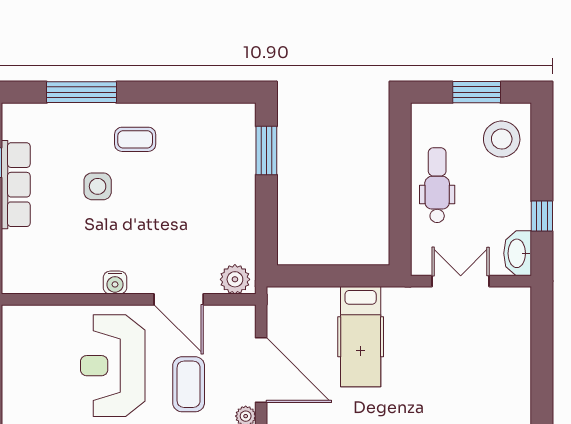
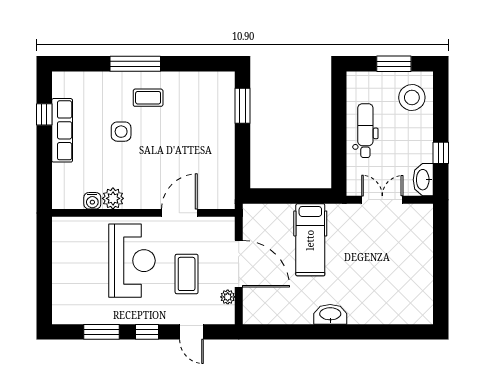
window: (82, 92) -> (135, 64), moved
plant: (235, 279) -> (113, 198), moved
water cooler: (115, 283) -> (92, 201), moved
door: (179, 299) -> (179, 213), swing flipped
reception desk: (113, 366) -> (132, 261), turned 180

